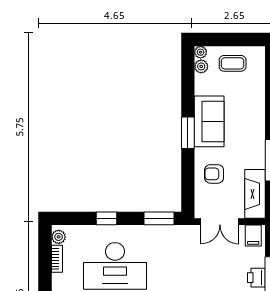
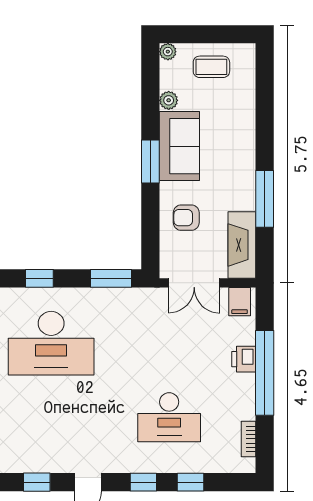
plant: (201, 66) -> (169, 100), moved

